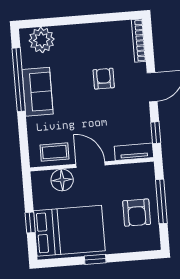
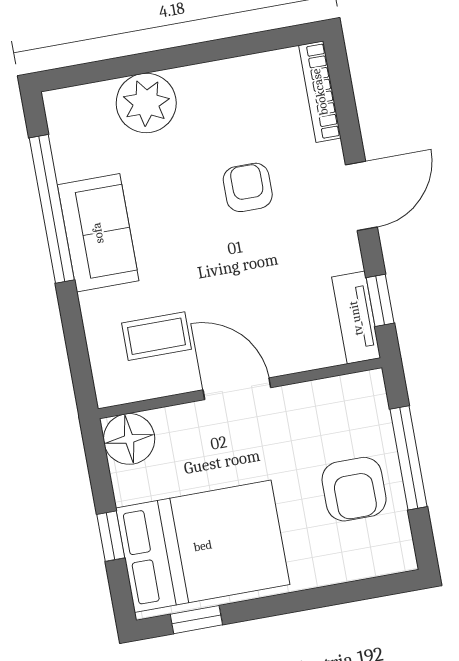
plant: (42, 40) -> (146, 103), moved
coffee table: (55, 152) -> (157, 336), moved
tv unit: (134, 152) -> (356, 318), moved, turned -90
floor lamp: (62, 180) -> (129, 439), moved
window: (95, 259) -> (196, 620), moved

